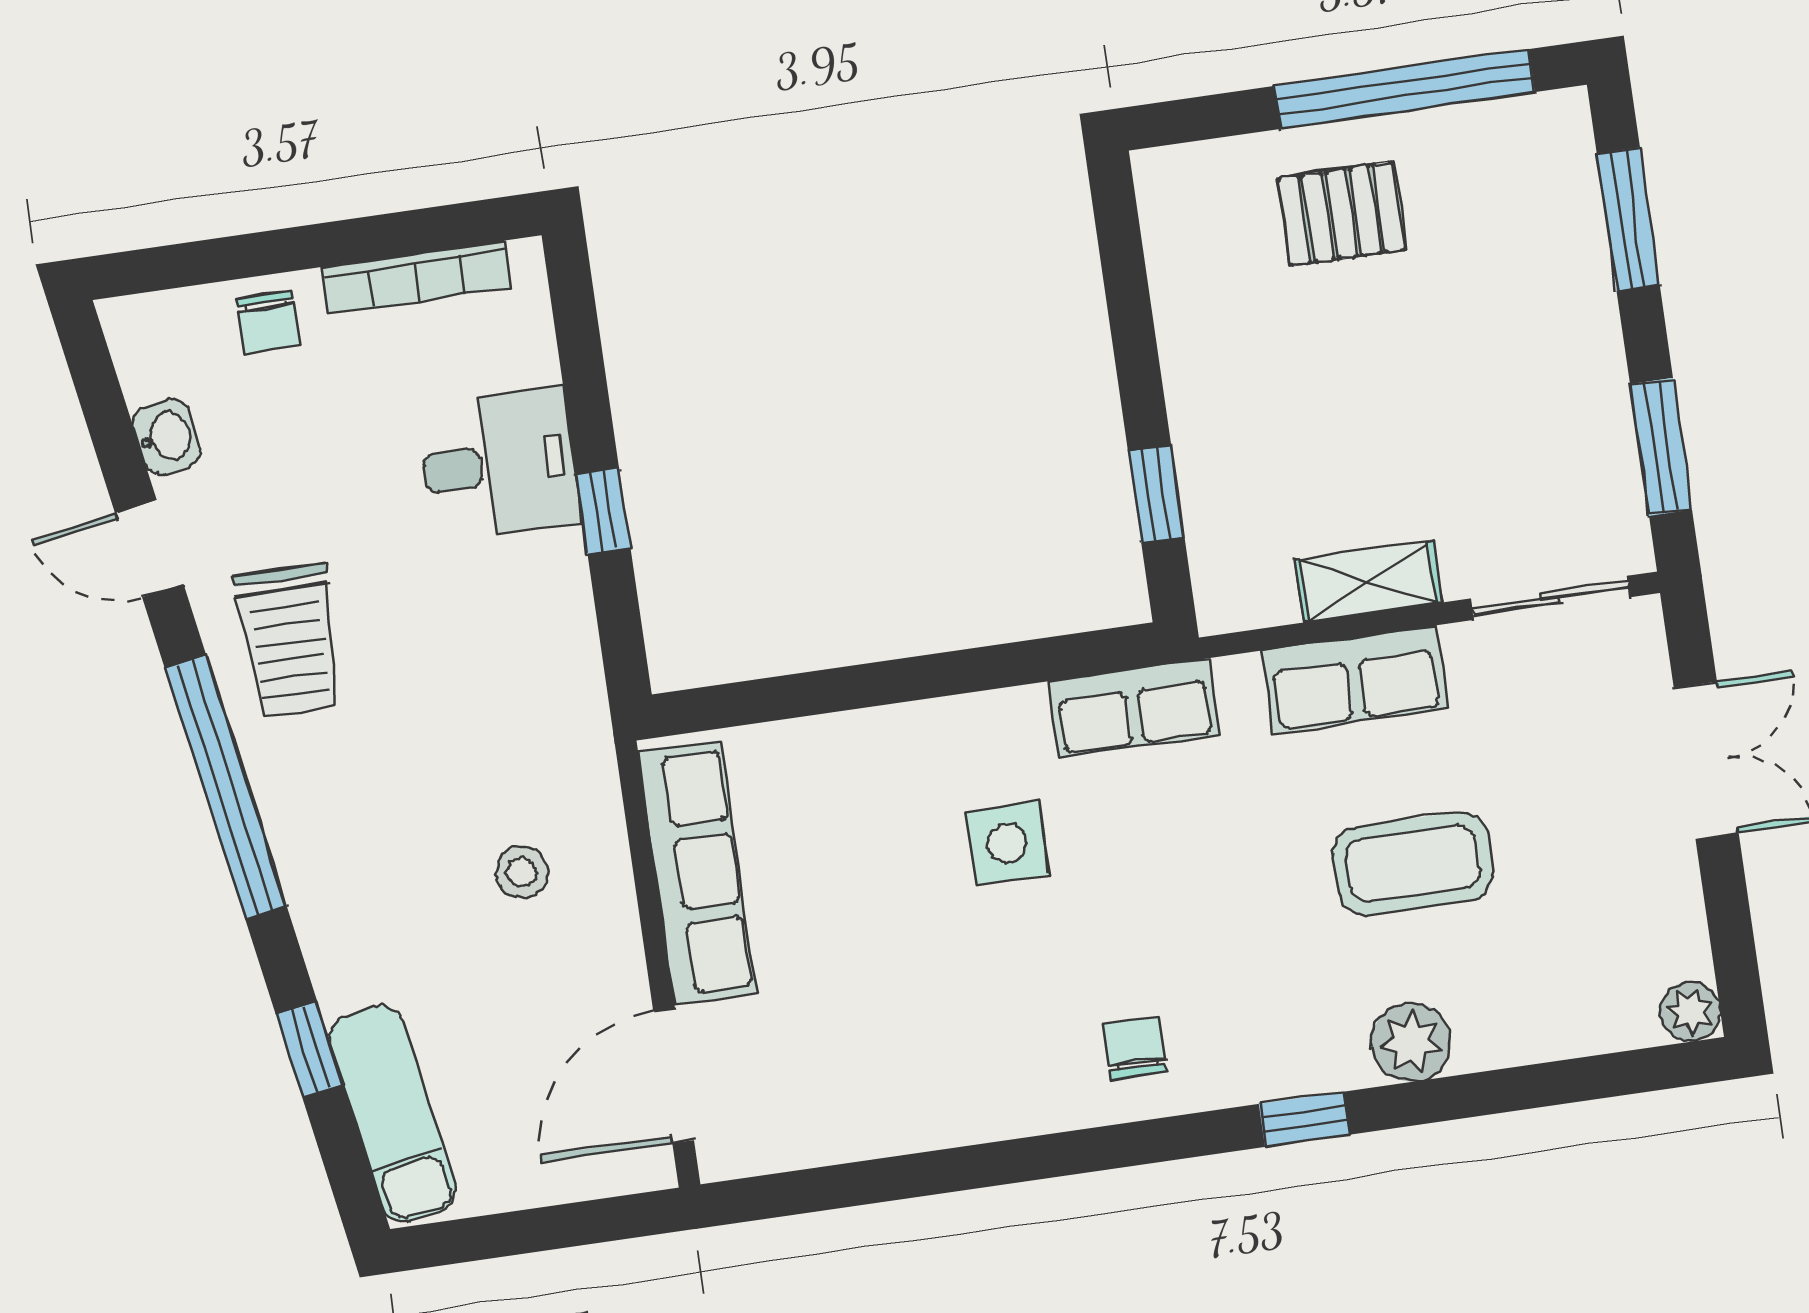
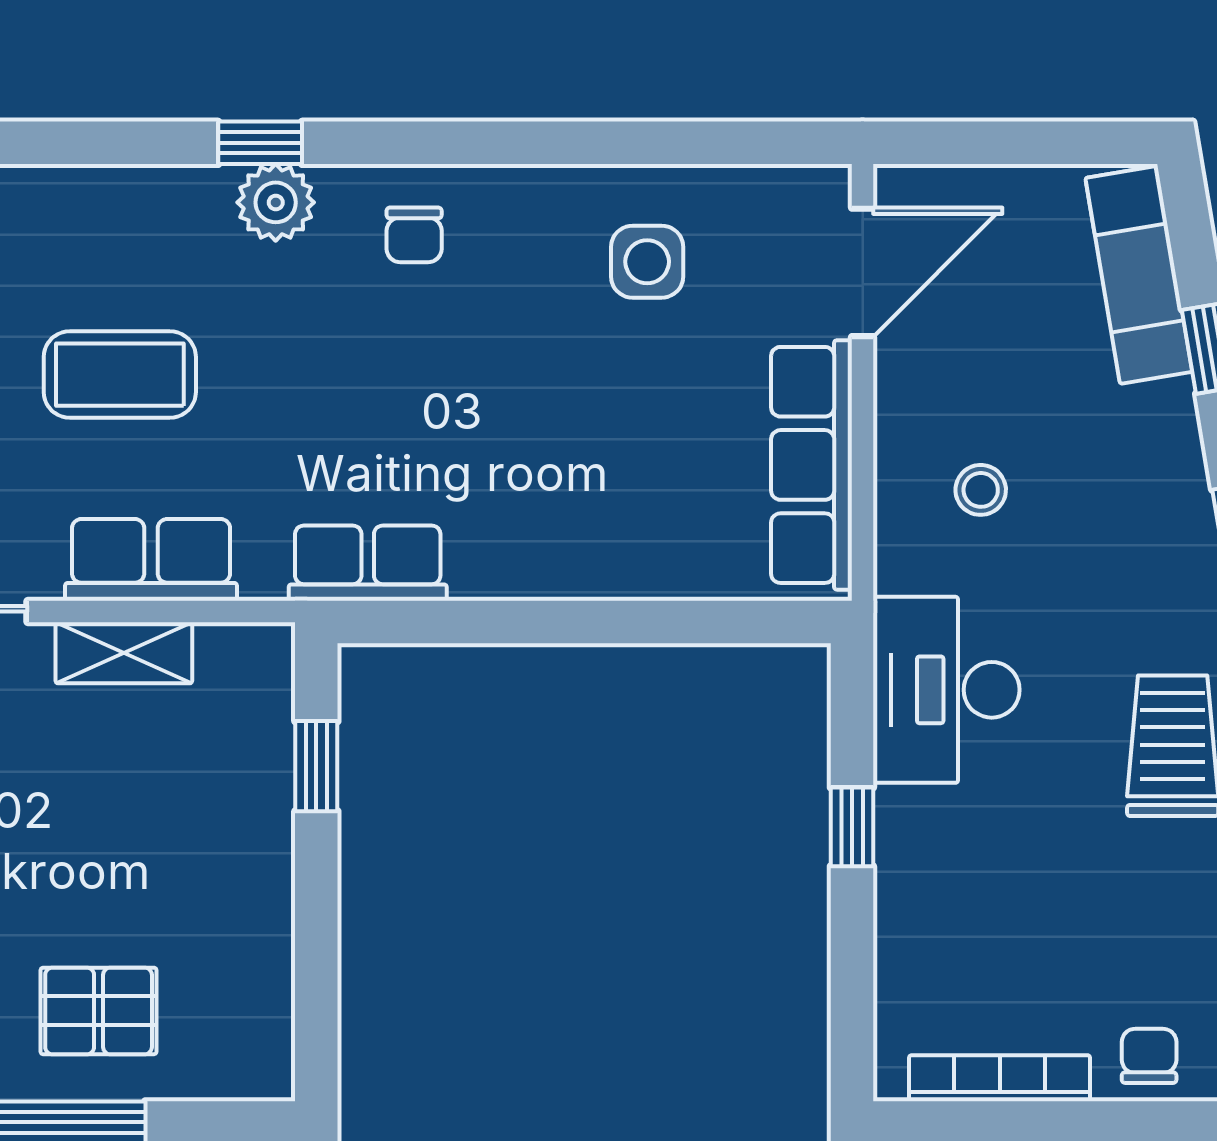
desk: (499, 464) -> (946, 690), moved, width x1.37
side table: (1007, 843) -> (647, 262), moved
plant: (1411, 1042) -> (276, 202), moved

